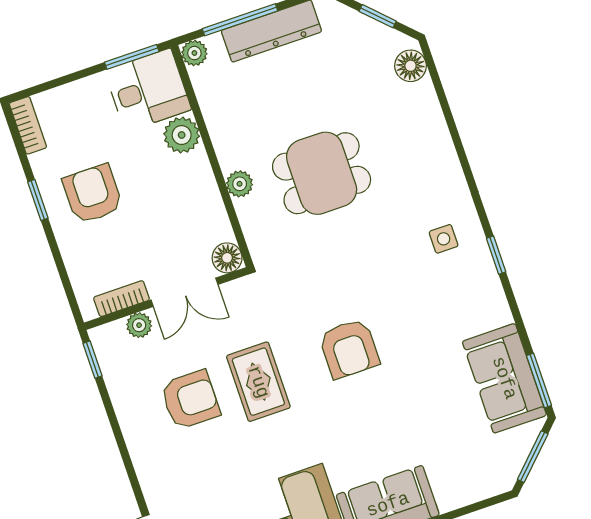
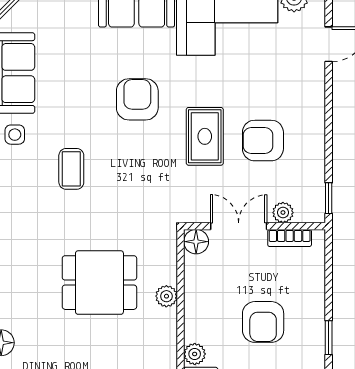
plant: (182, 135) -> (195, 354), width x0.73, depth x0.73
armchair: (93, 194) -> (263, 322), moved
side table: (444, 239) -> (15, 135), moved
coffee table: (398, 292) -> (71, 169), added
armchair: (349, 349) -> (137, 99), moved

